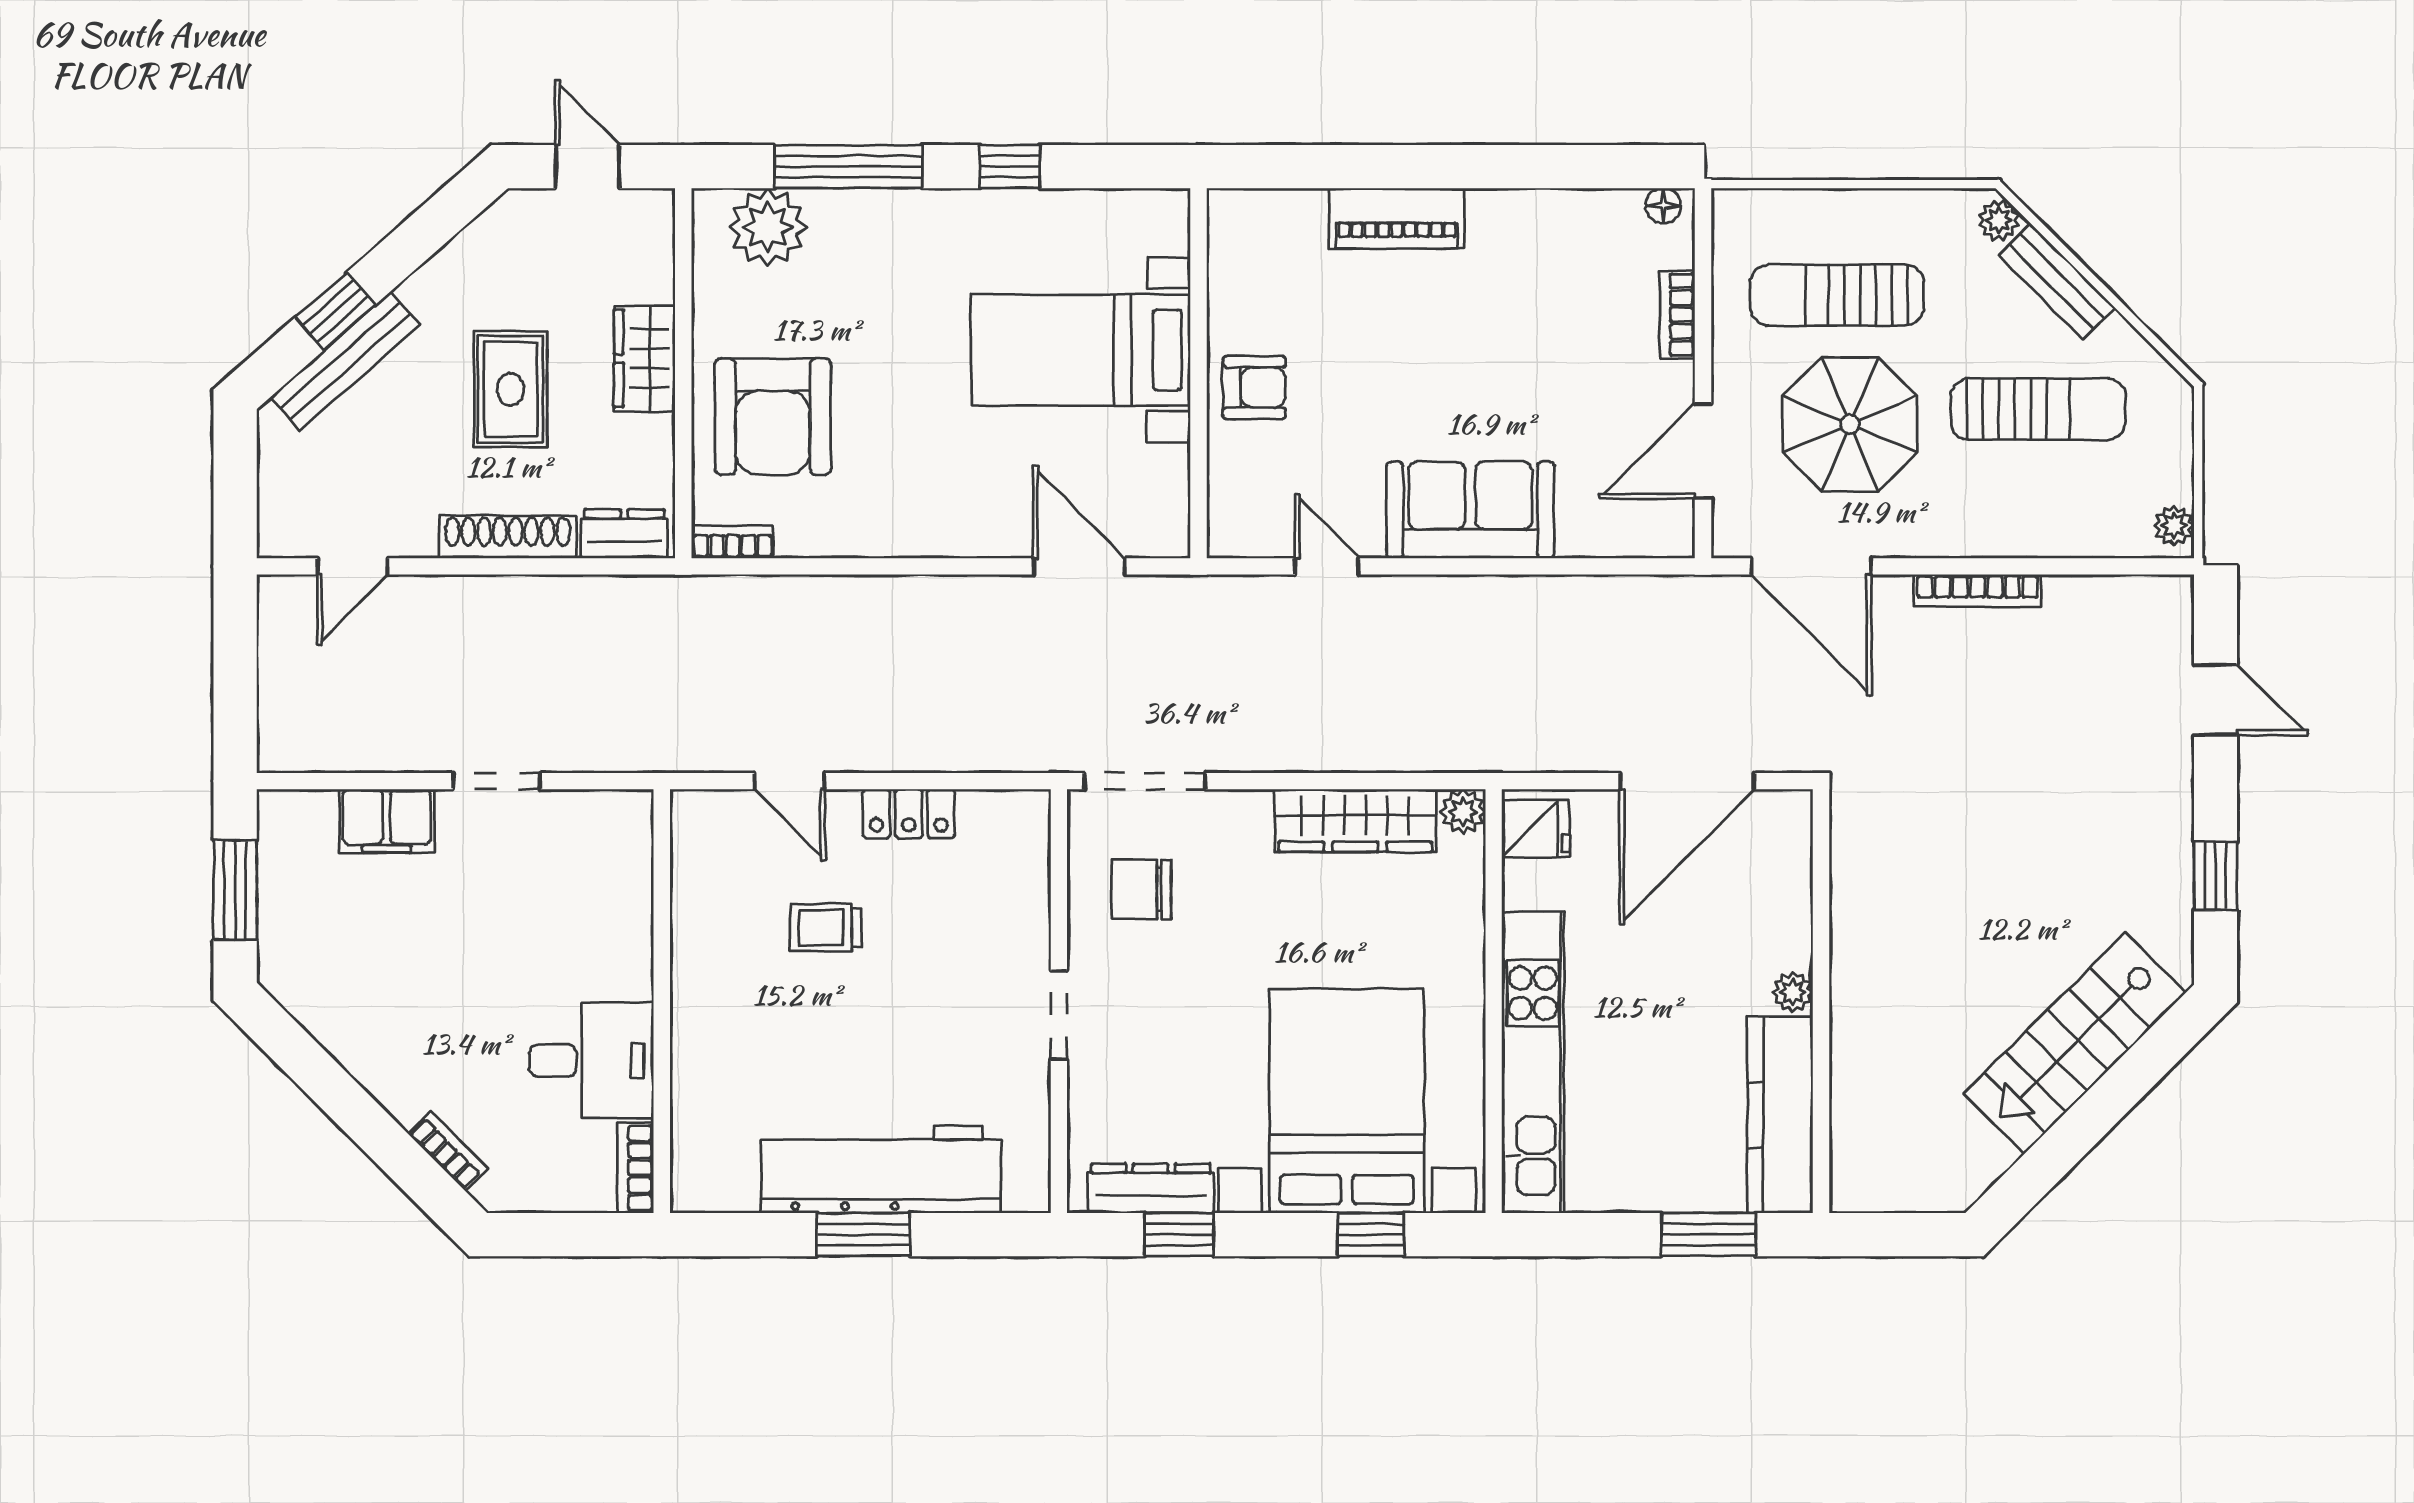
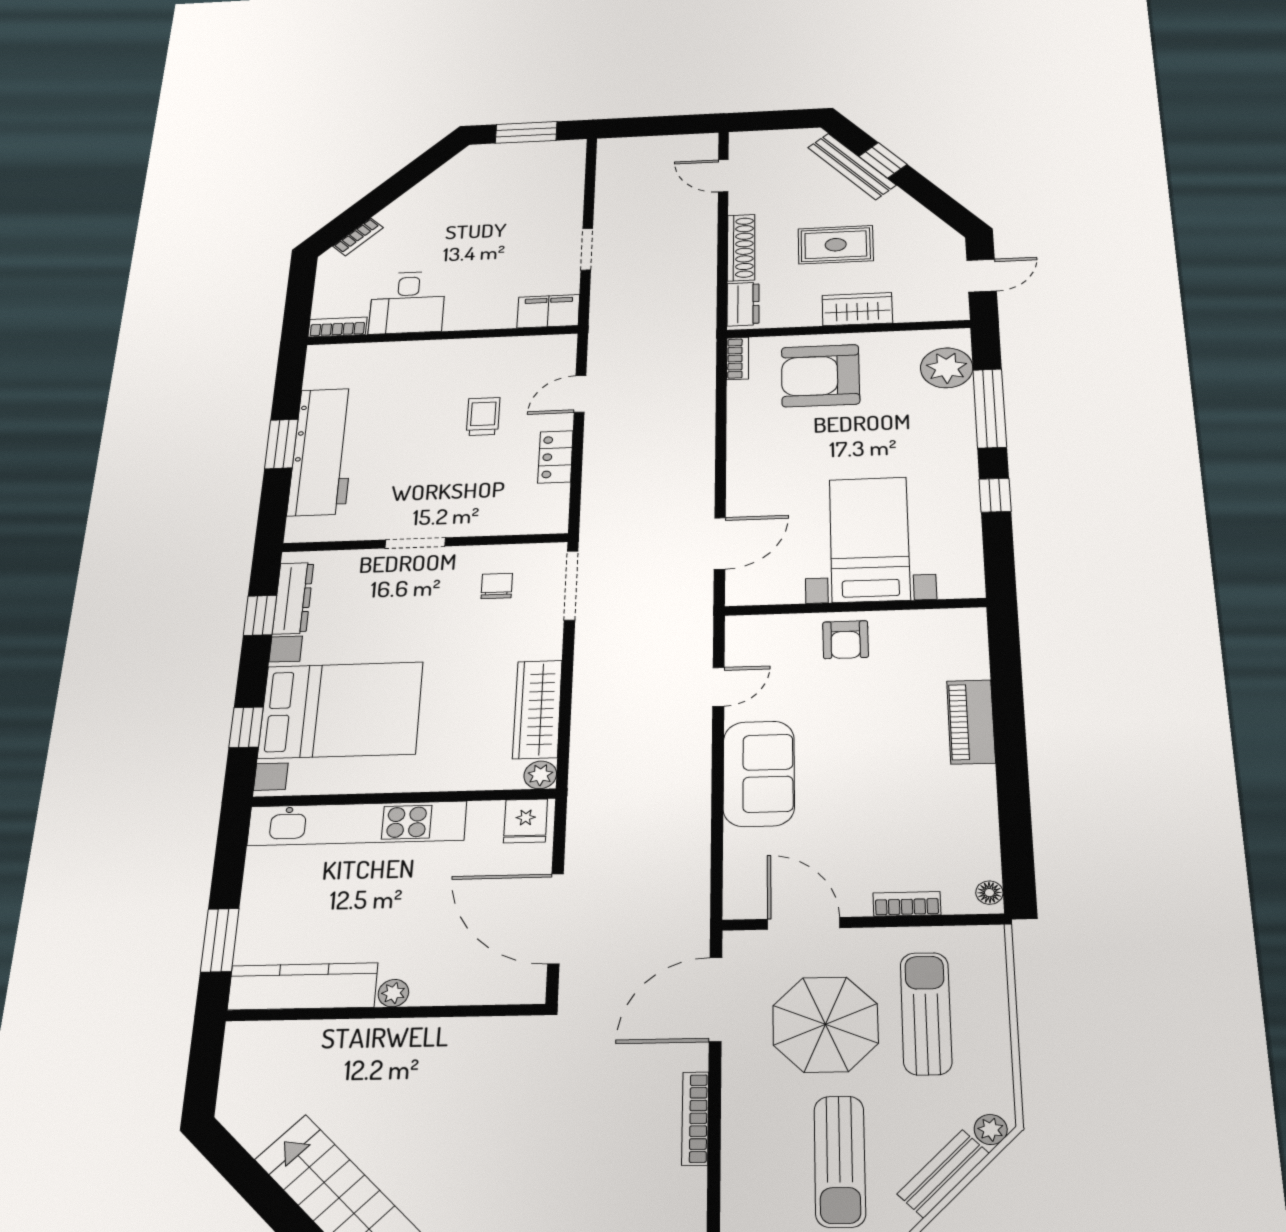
filing cabinet: (387, 821) -> (548, 311), moved, turned 90
chair: (1141, 890) -> (497, 586), width x0.73, depth x0.73

